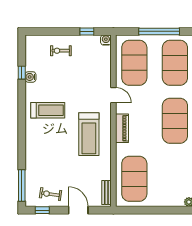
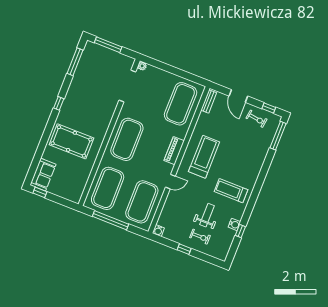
window: (87, 31) -> (184, 249), moved
weight bench: (62, 76) -> (207, 215), added
door: (113, 95) -> (170, 182), swing flipped

